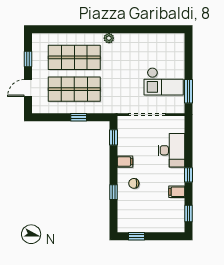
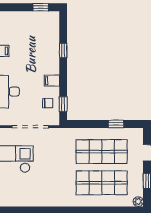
plant: (109, 38) -> (138, 202), moved
window: (79, 117) -> (116, 124), moved
chair: (134, 183) -> (48, 103), moved

